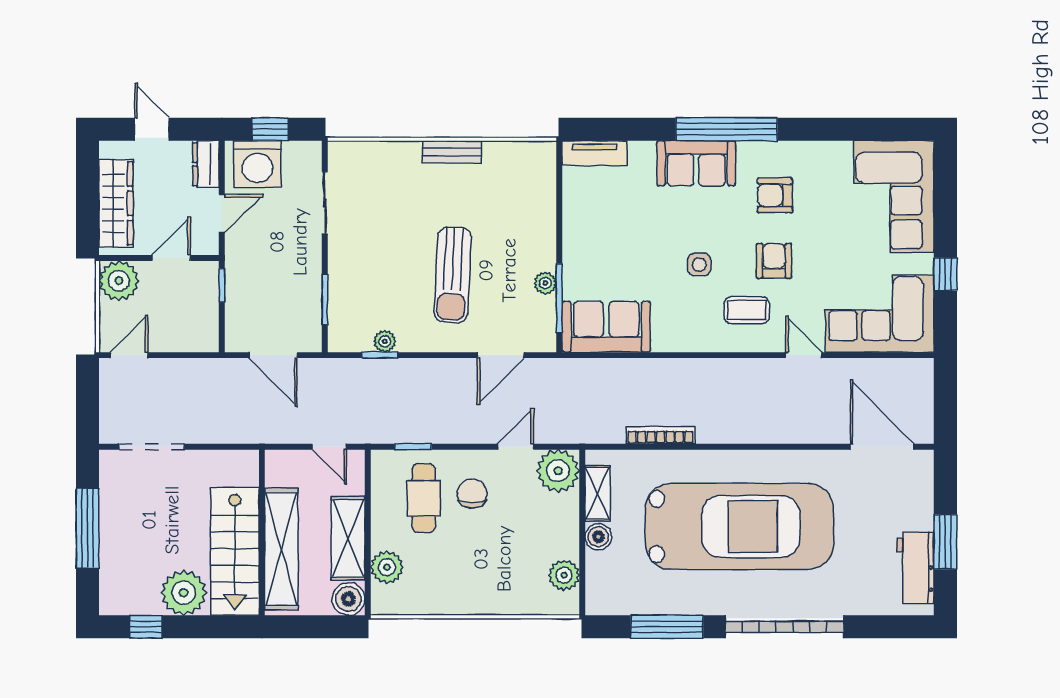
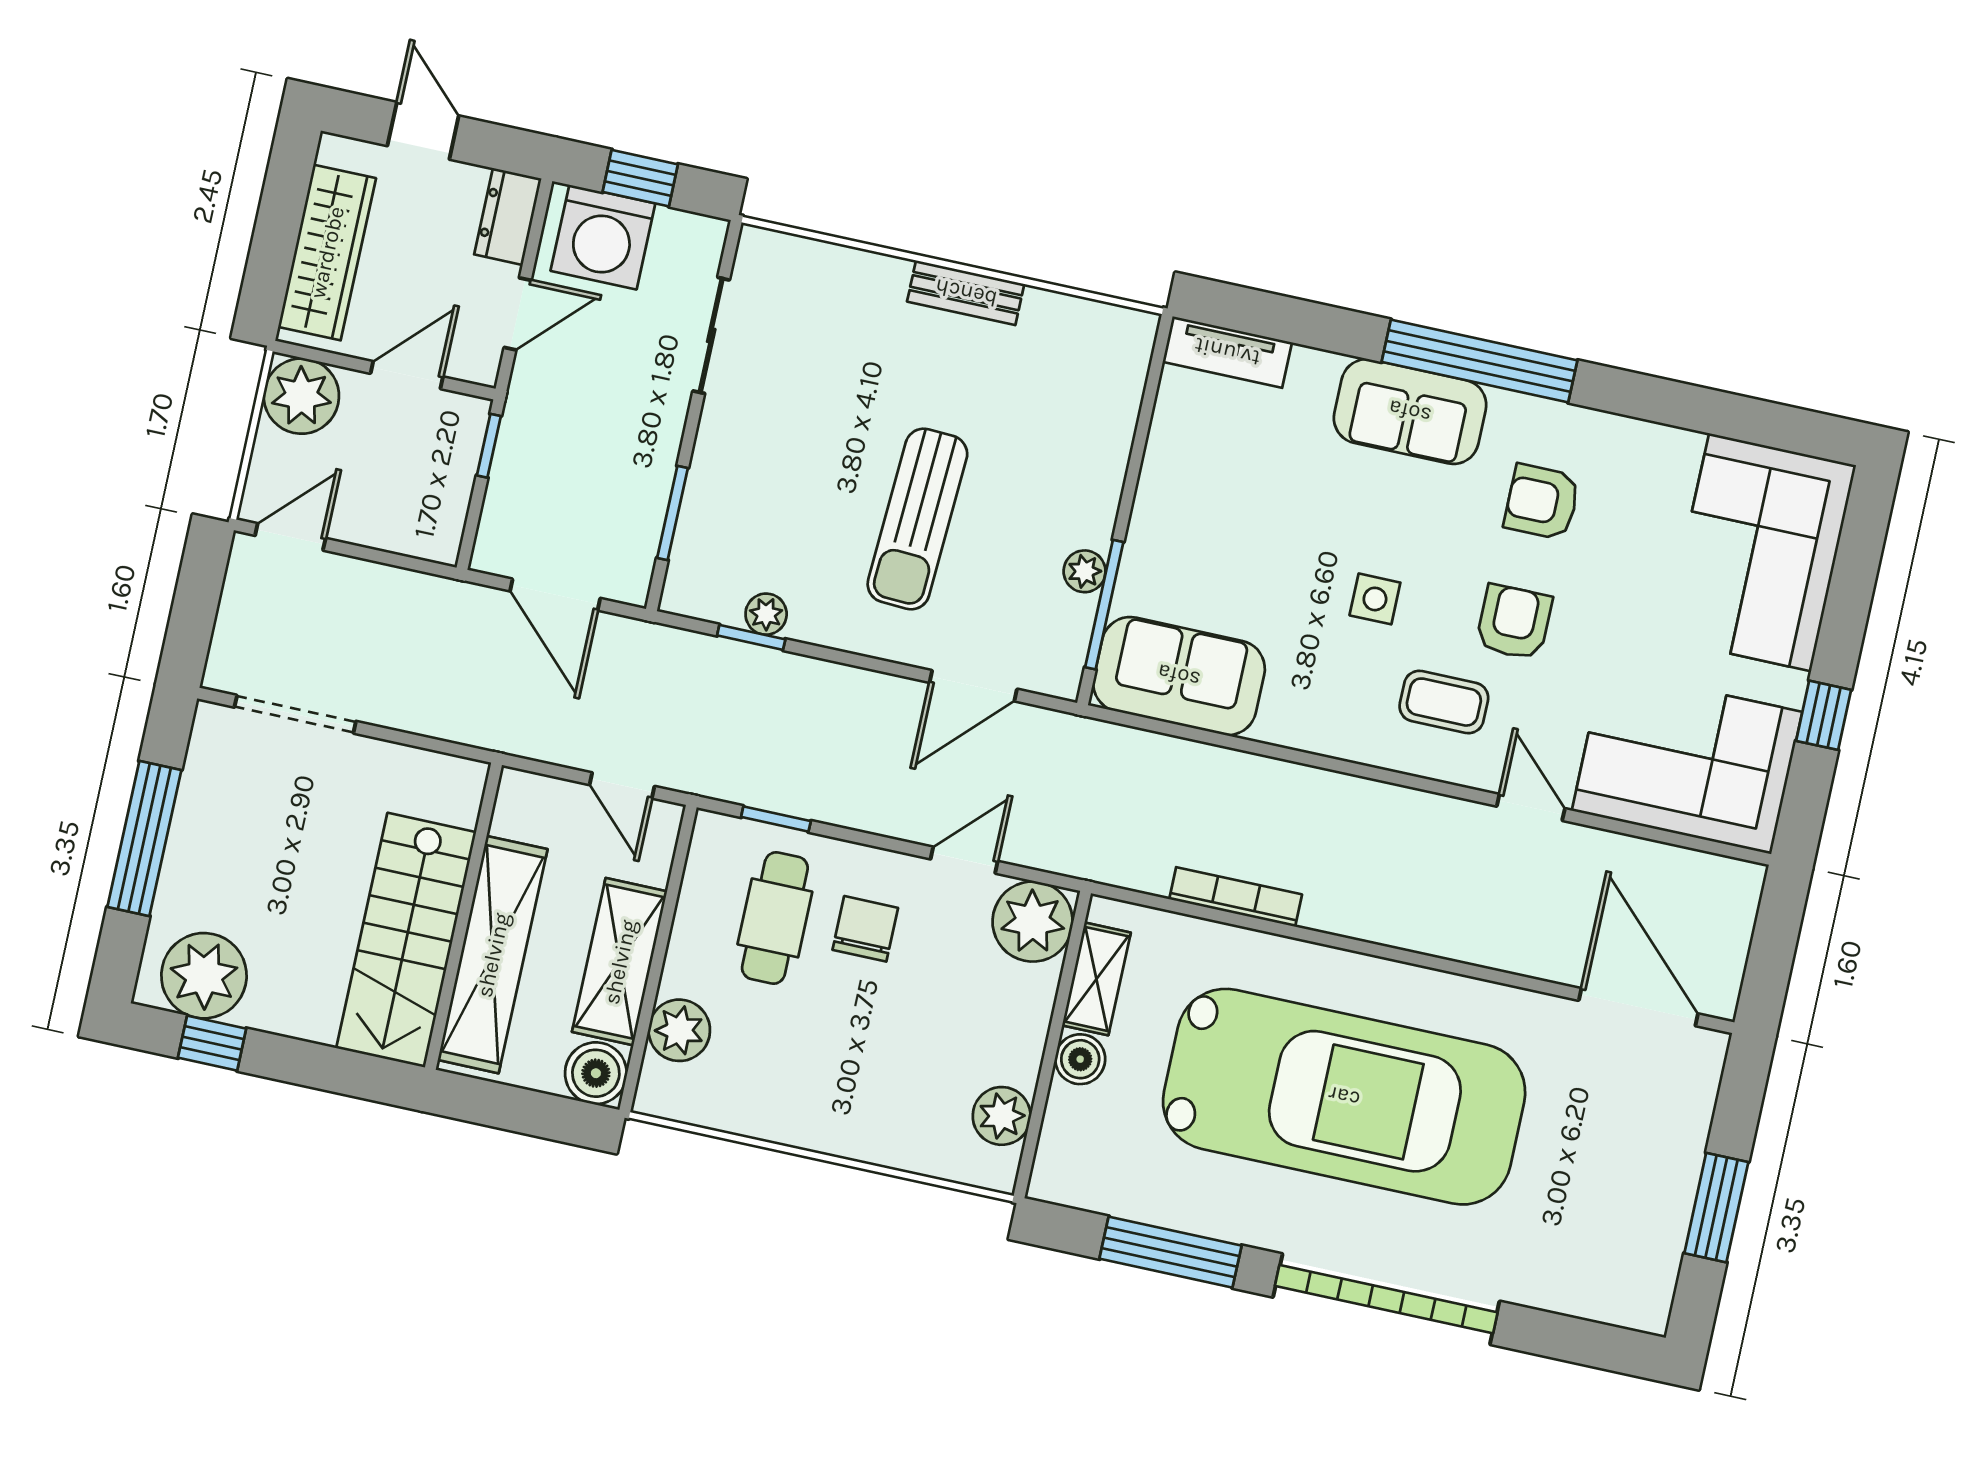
workbench: (915, 568) -> (1651, 1243), removed
plant: (184, 593) -> (204, 976), moved

